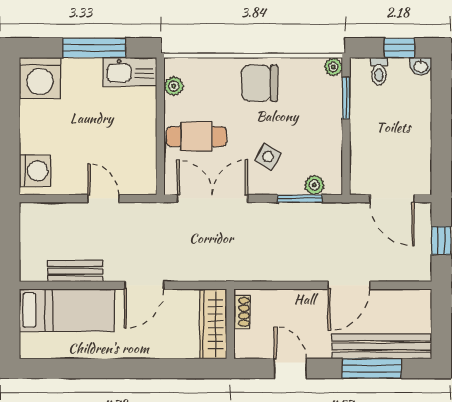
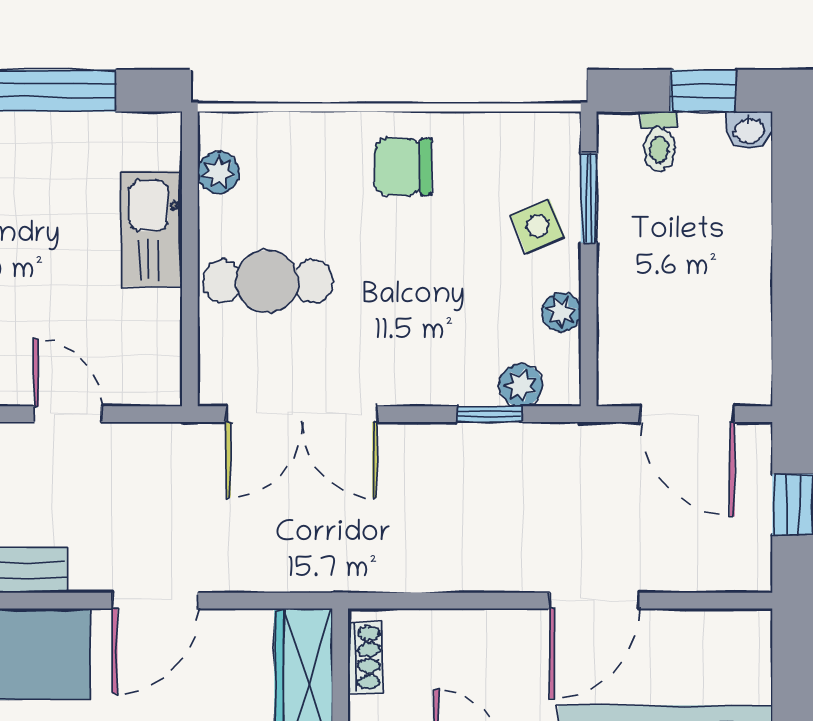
plant: (333, 67) -> (561, 312), moved
kitchen sink: (130, 72) -> (152, 229), moved, turned 90
chair: (259, 83) -> (403, 167), width x0.73, depth x0.73
side table: (268, 157) -> (538, 226), moved, turned 38
double door: (212, 199) -> (301, 414), swing flipped
window: (300, 199) -> (489, 414), width x0.67

